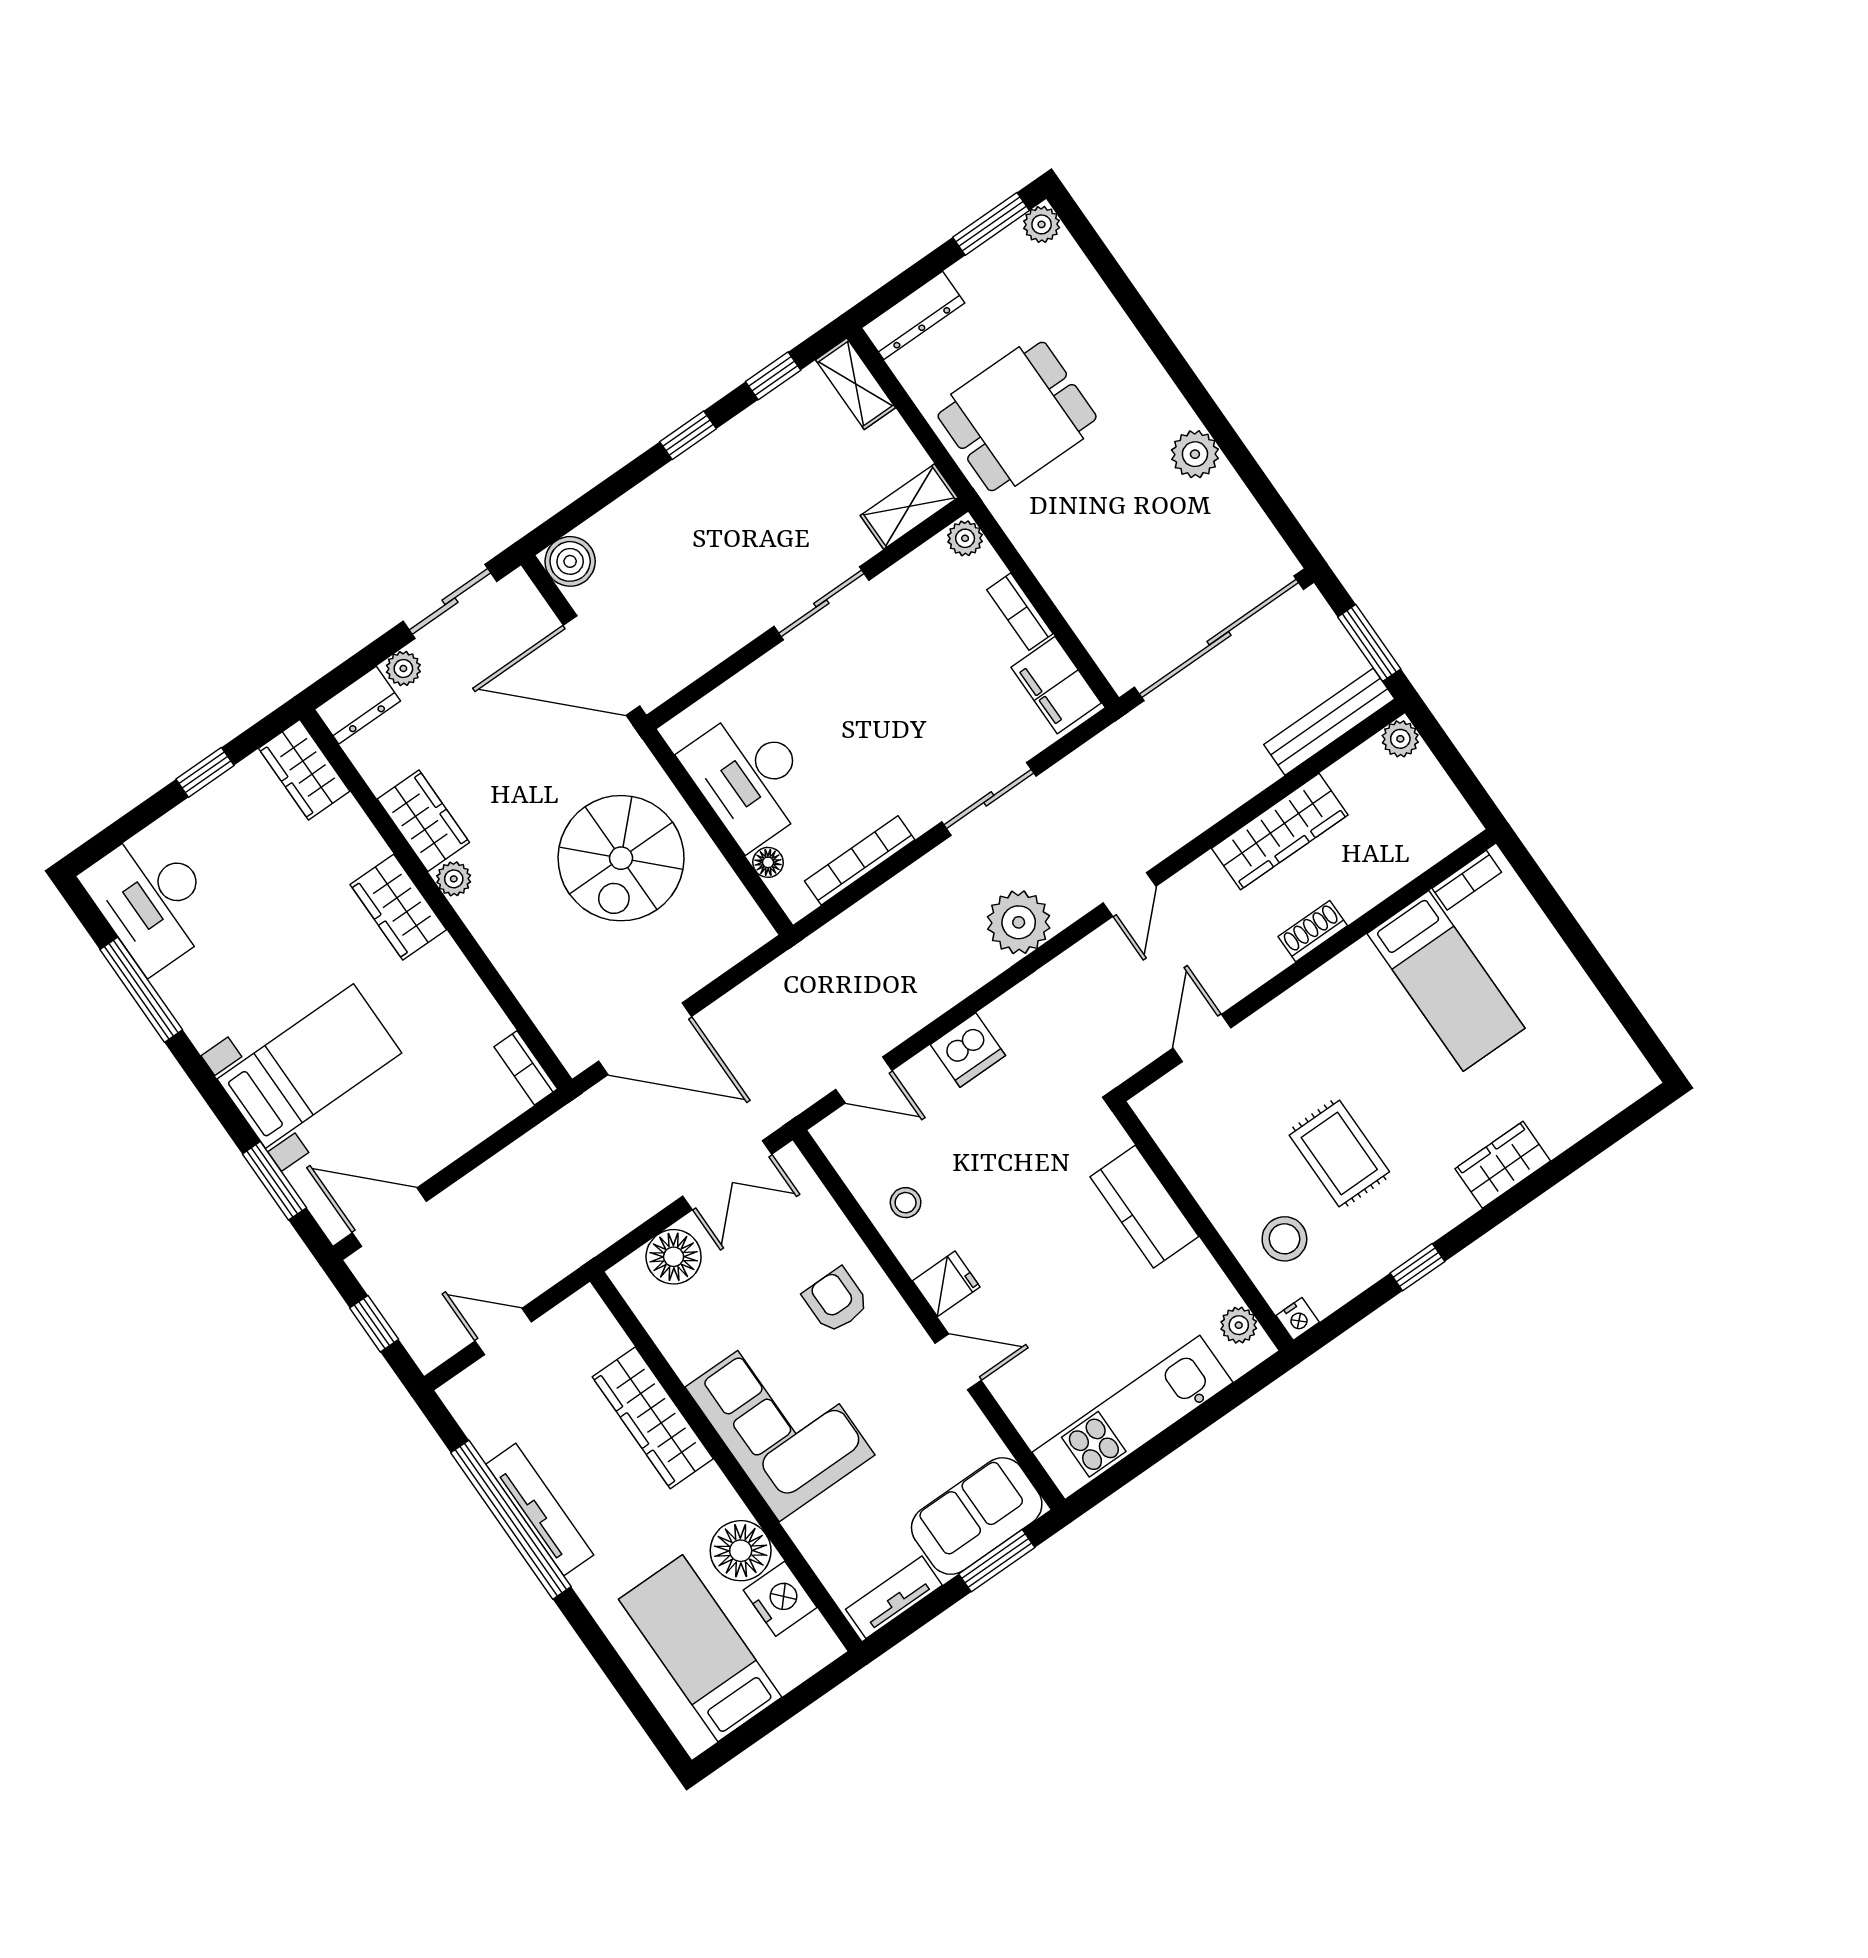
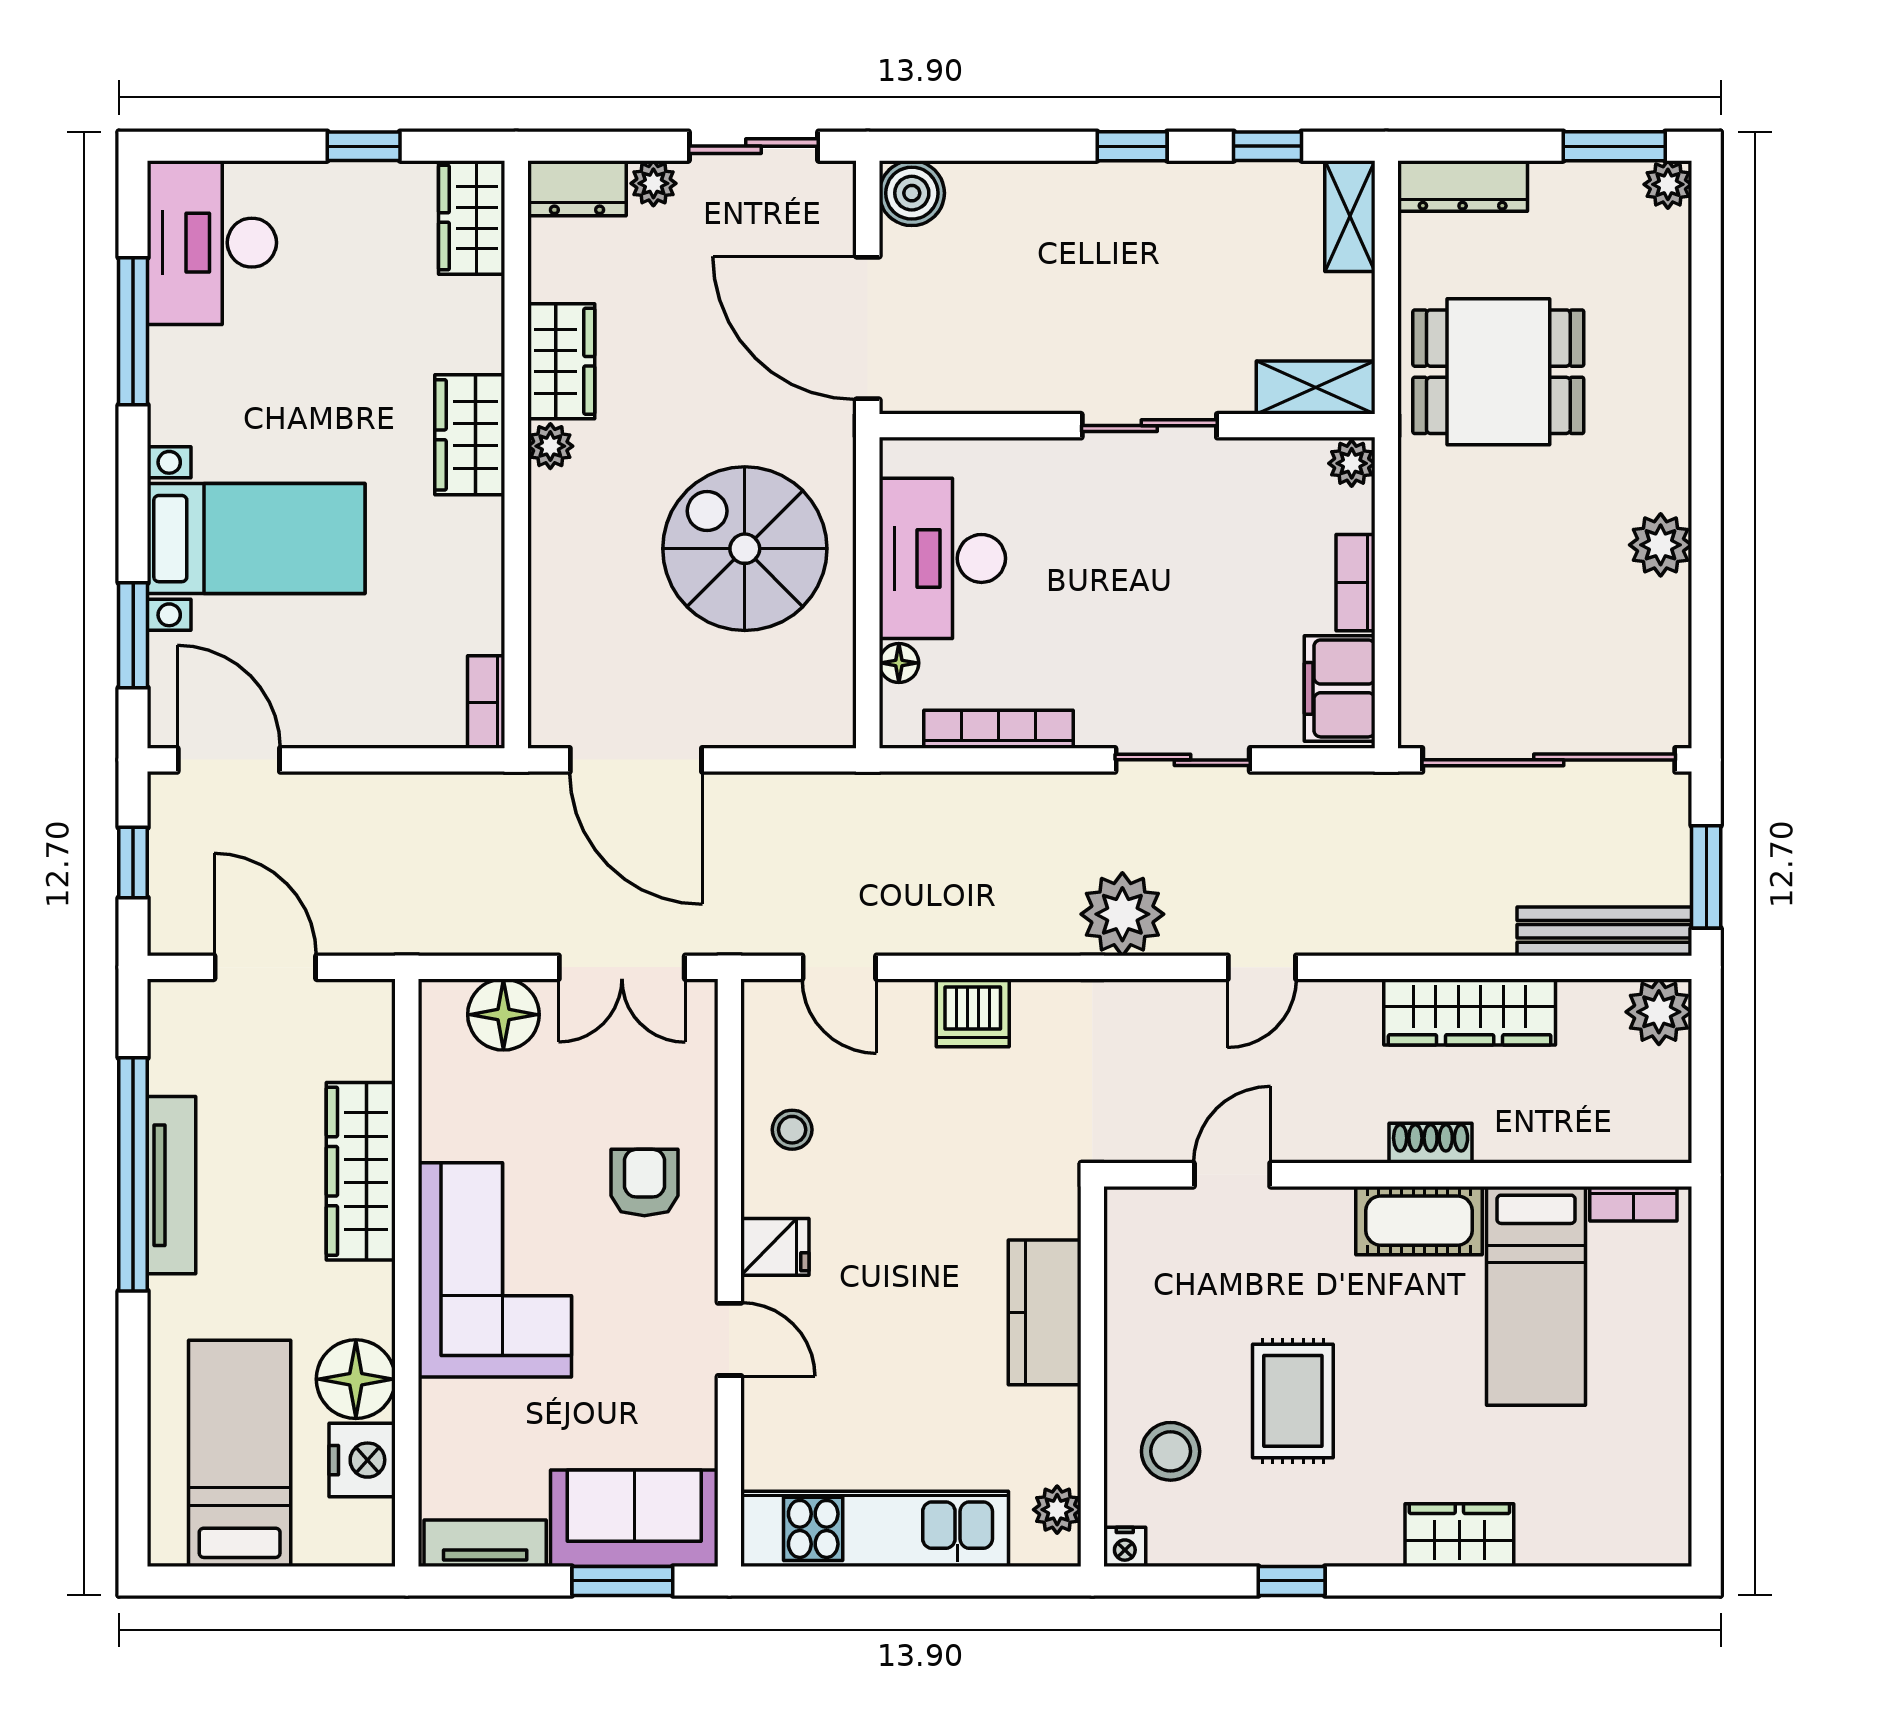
plant: (1400, 739) -> (1659, 1012), width x1.38, depth x1.38
spiral stairs: (621, 858) -> (745, 549), turned 90
cot: (1339, 985) -> (1419, 1221), added
door: (503, 1332) -> (265, 967), width x1.37

